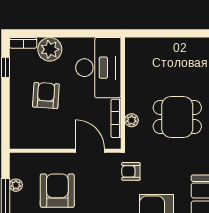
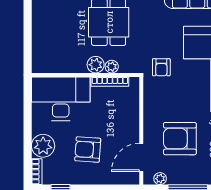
plant: (134, 104) -> (96, 65), added
door: (90, 151) -> (141, 157), moved
plant: (16, 185) -> (160, 179), moved

